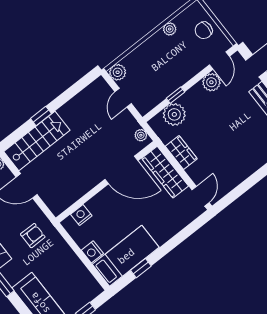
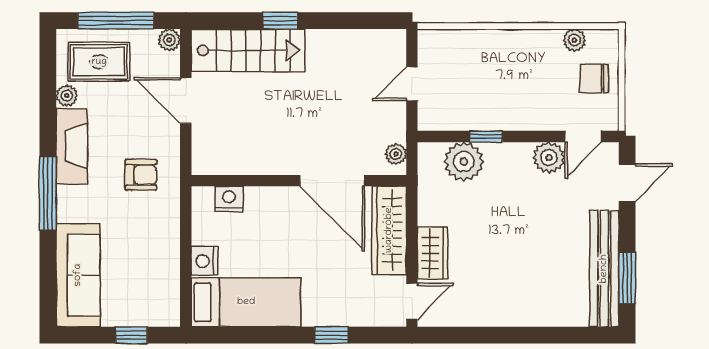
plant: (170, 29) -> (574, 40), moved
plant: (118, 72) -> (432, 43), removed
wardrobe: (181, 153) -> (433, 253), moved
window: (141, 268) -> (331, 335), moved

